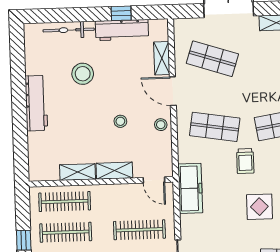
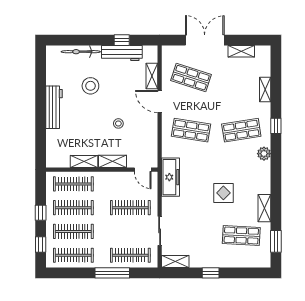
stool: (161, 125) -> (149, 127), removed
trolley: (245, 161) -> (214, 157), removed

